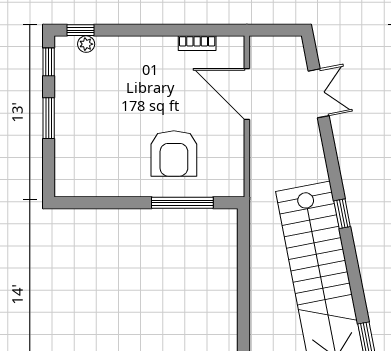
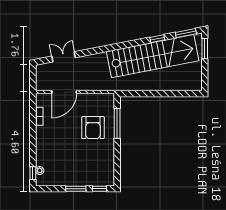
window: (49, 62) -> (100, 189), moved
armchair: (174, 153) -> (93, 128), turned 90
window: (342, 214) -> (157, 39), moved

